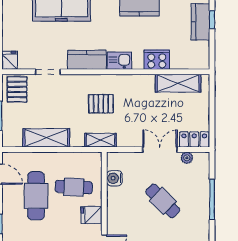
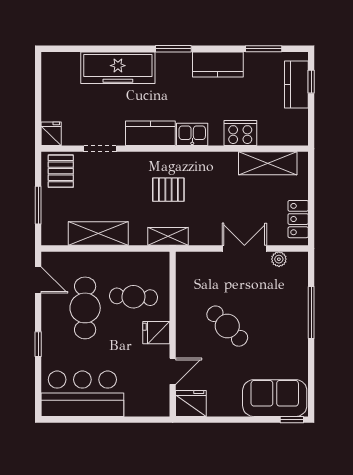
locker: (194, 139) -> (298, 219), moved, turned -90
water cooler: (114, 178) -> (186, 285), removed
cafe table: (163, 201) -> (227, 326), moved

